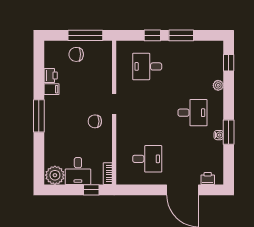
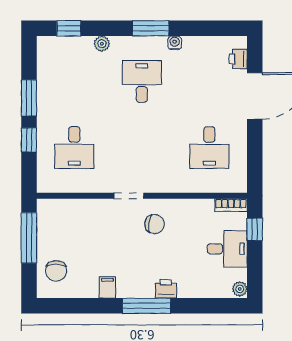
chair: (76, 54) -> (56, 271), moved
printer: (51, 76) -> (166, 289), moved
chair: (95, 121) -> (155, 224), turned -82
window: (229, 132) -> (151, 28), moved
desk: (147, 159) -> (209, 148), turned 180
plant: (55, 175) -> (240, 289), width x0.53, depth x0.53

